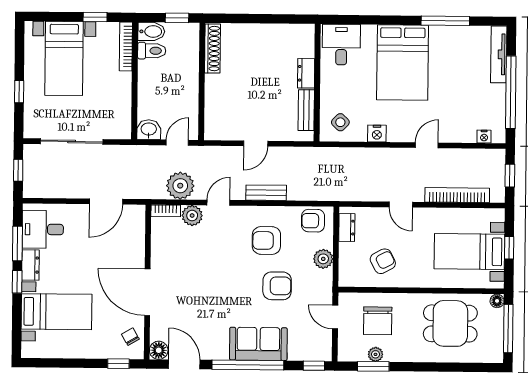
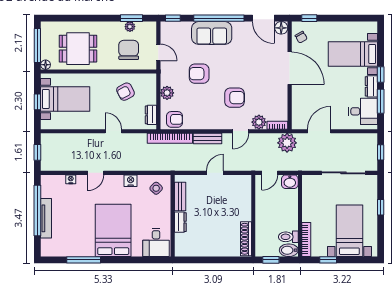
tv unit: (499, 54) -> (46, 218), moved
nightstand: (484, 137) -> (71, 179), moved
plant: (180, 186) -> (287, 143), moved
bookcase: (457, 195) -> (170, 138), moved
armchair: (266, 240) -> (235, 98), moved

